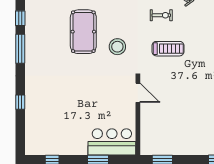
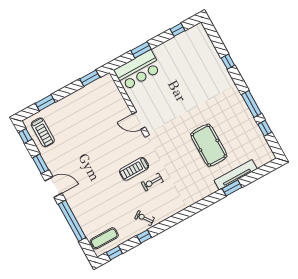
exercise bike: (161, 15) -> (152, 182), moved
stool: (117, 47) -> (175, 148), removed

